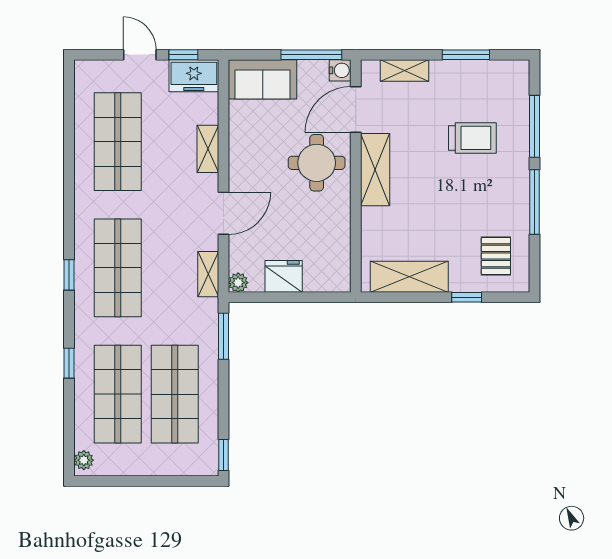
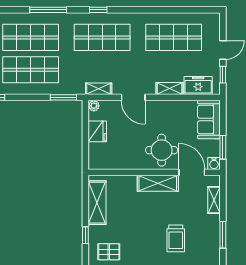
window: (311, 55) -> (223, 147), width x0.69
freezer: (194, 76) -> (198, 85), moved, turned 90
window: (69, 363) -> (48, 10), width x2.17

